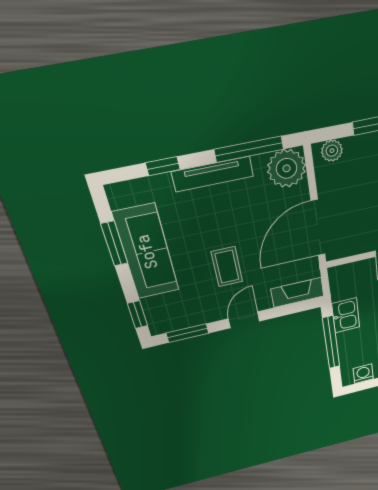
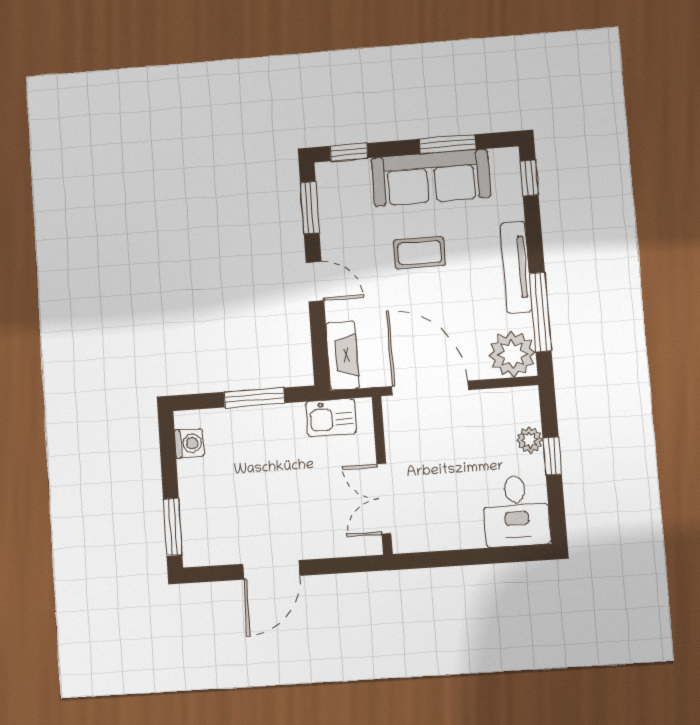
plant: (332, 151) -> (530, 440), moved
window: (163, 166) -> (529, 178), moved
coffee table: (227, 267) -> (420, 253), moved
kitchen sink: (346, 315) -> (331, 418), moved
window: (331, 342) -> (254, 398), width x0.69

